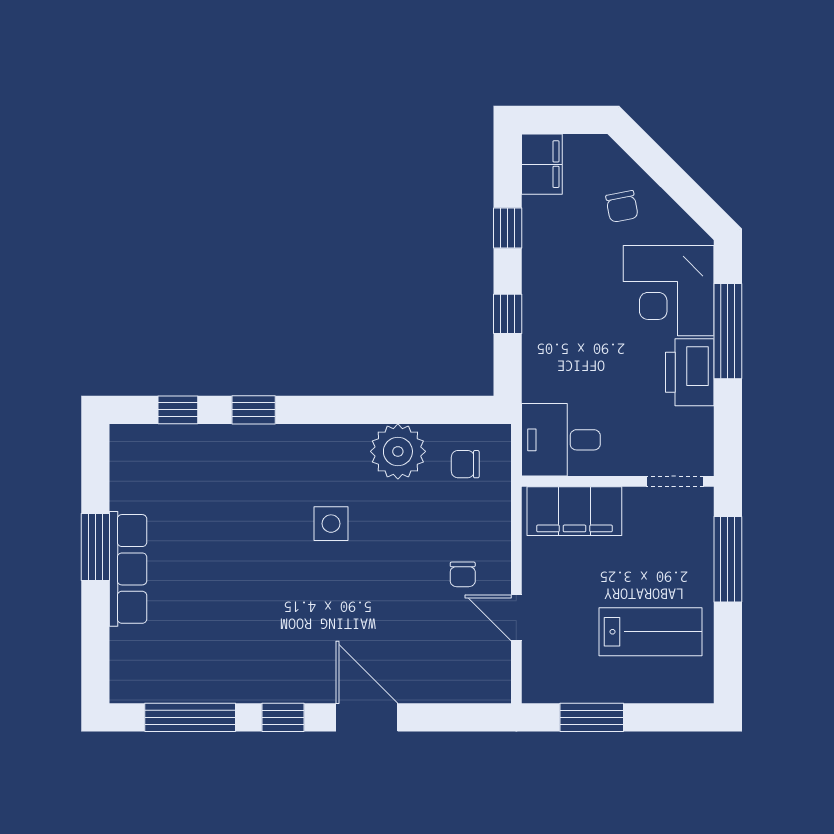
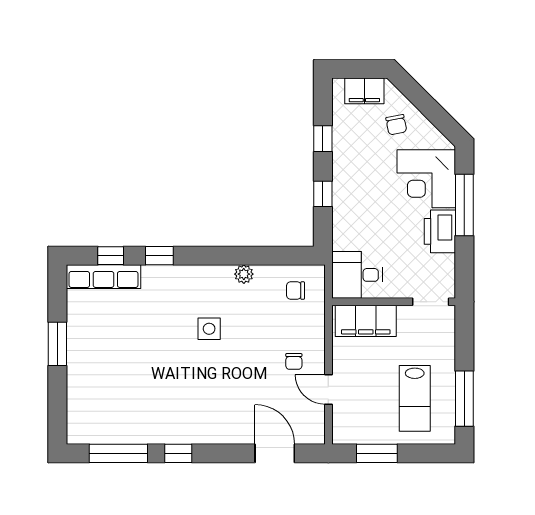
filing cabinet: (542, 164) -> (364, 91), moved, turned 90
plant: (398, 451) -> (244, 274), width x0.53, depth x0.53
window: (728, 559) -> (464, 399), moved
row of seats: (128, 569) -> (103, 277), moved, turned 90
lab bench: (651, 632) -> (415, 398), turned 90
door: (367, 717) -> (275, 453), moved

